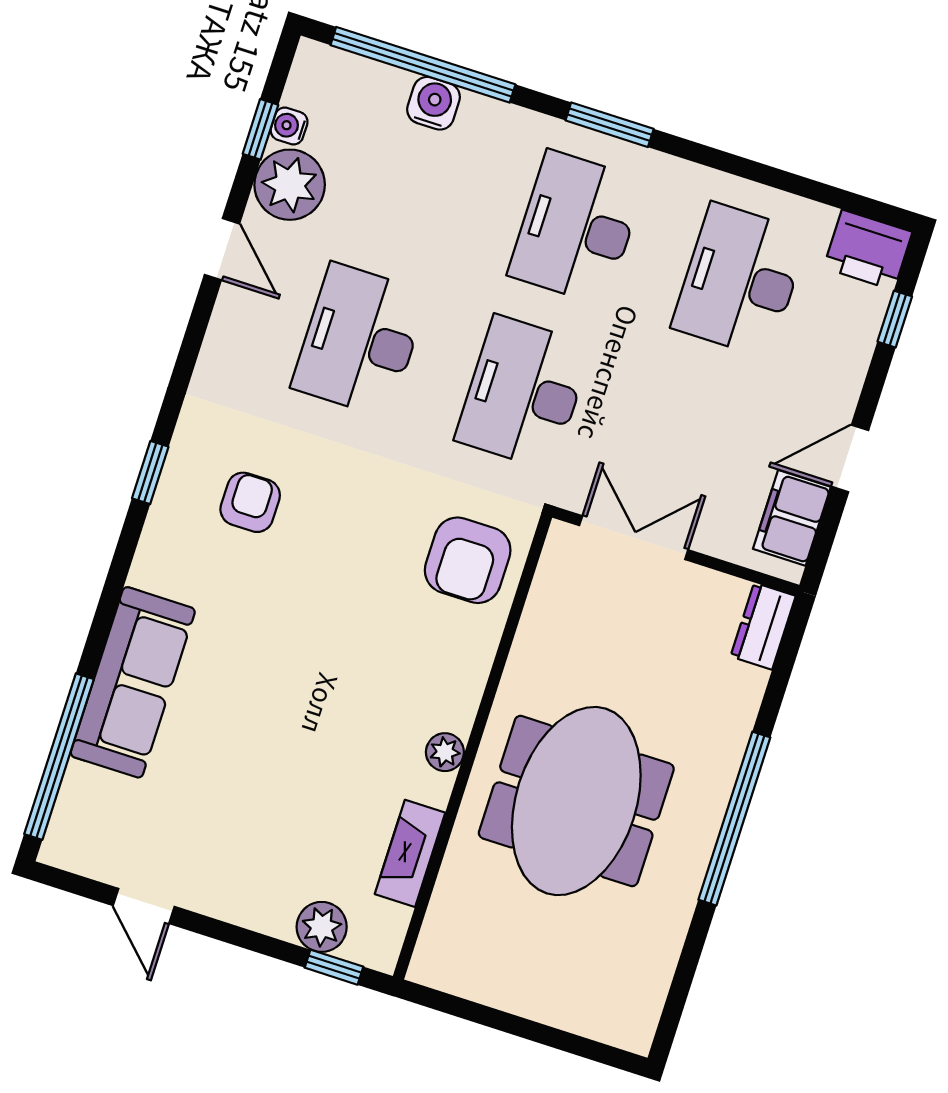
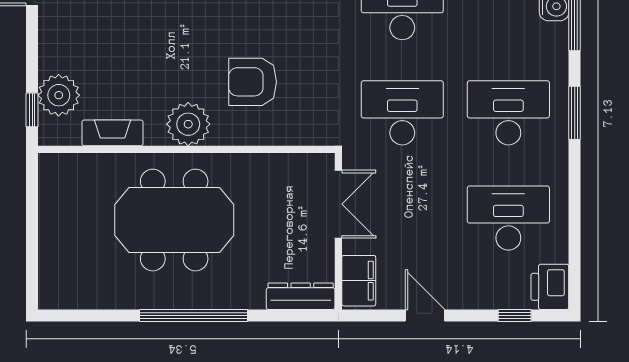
filing cabinet: (792, 518) -> (359, 281), moved, turned 90
armchair: (468, 560) -> (253, 82), moved
dresser: (763, 626) -> (301, 296), width x1.44
plant: (445, 752) -> (188, 124), width x1.88, depth x1.88
plant: (322, 927) -> (59, 95), width x1.36, depth x1.36

